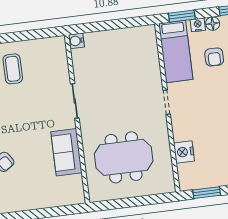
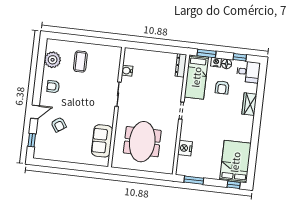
water cooler: (76, 41) -> (127, 71), moved
dresser: (151, 41) -> (181, 65), added
sofa: (66, 152) -> (102, 141), moved
meeting table: (124, 157) -> (142, 142), turned 90

